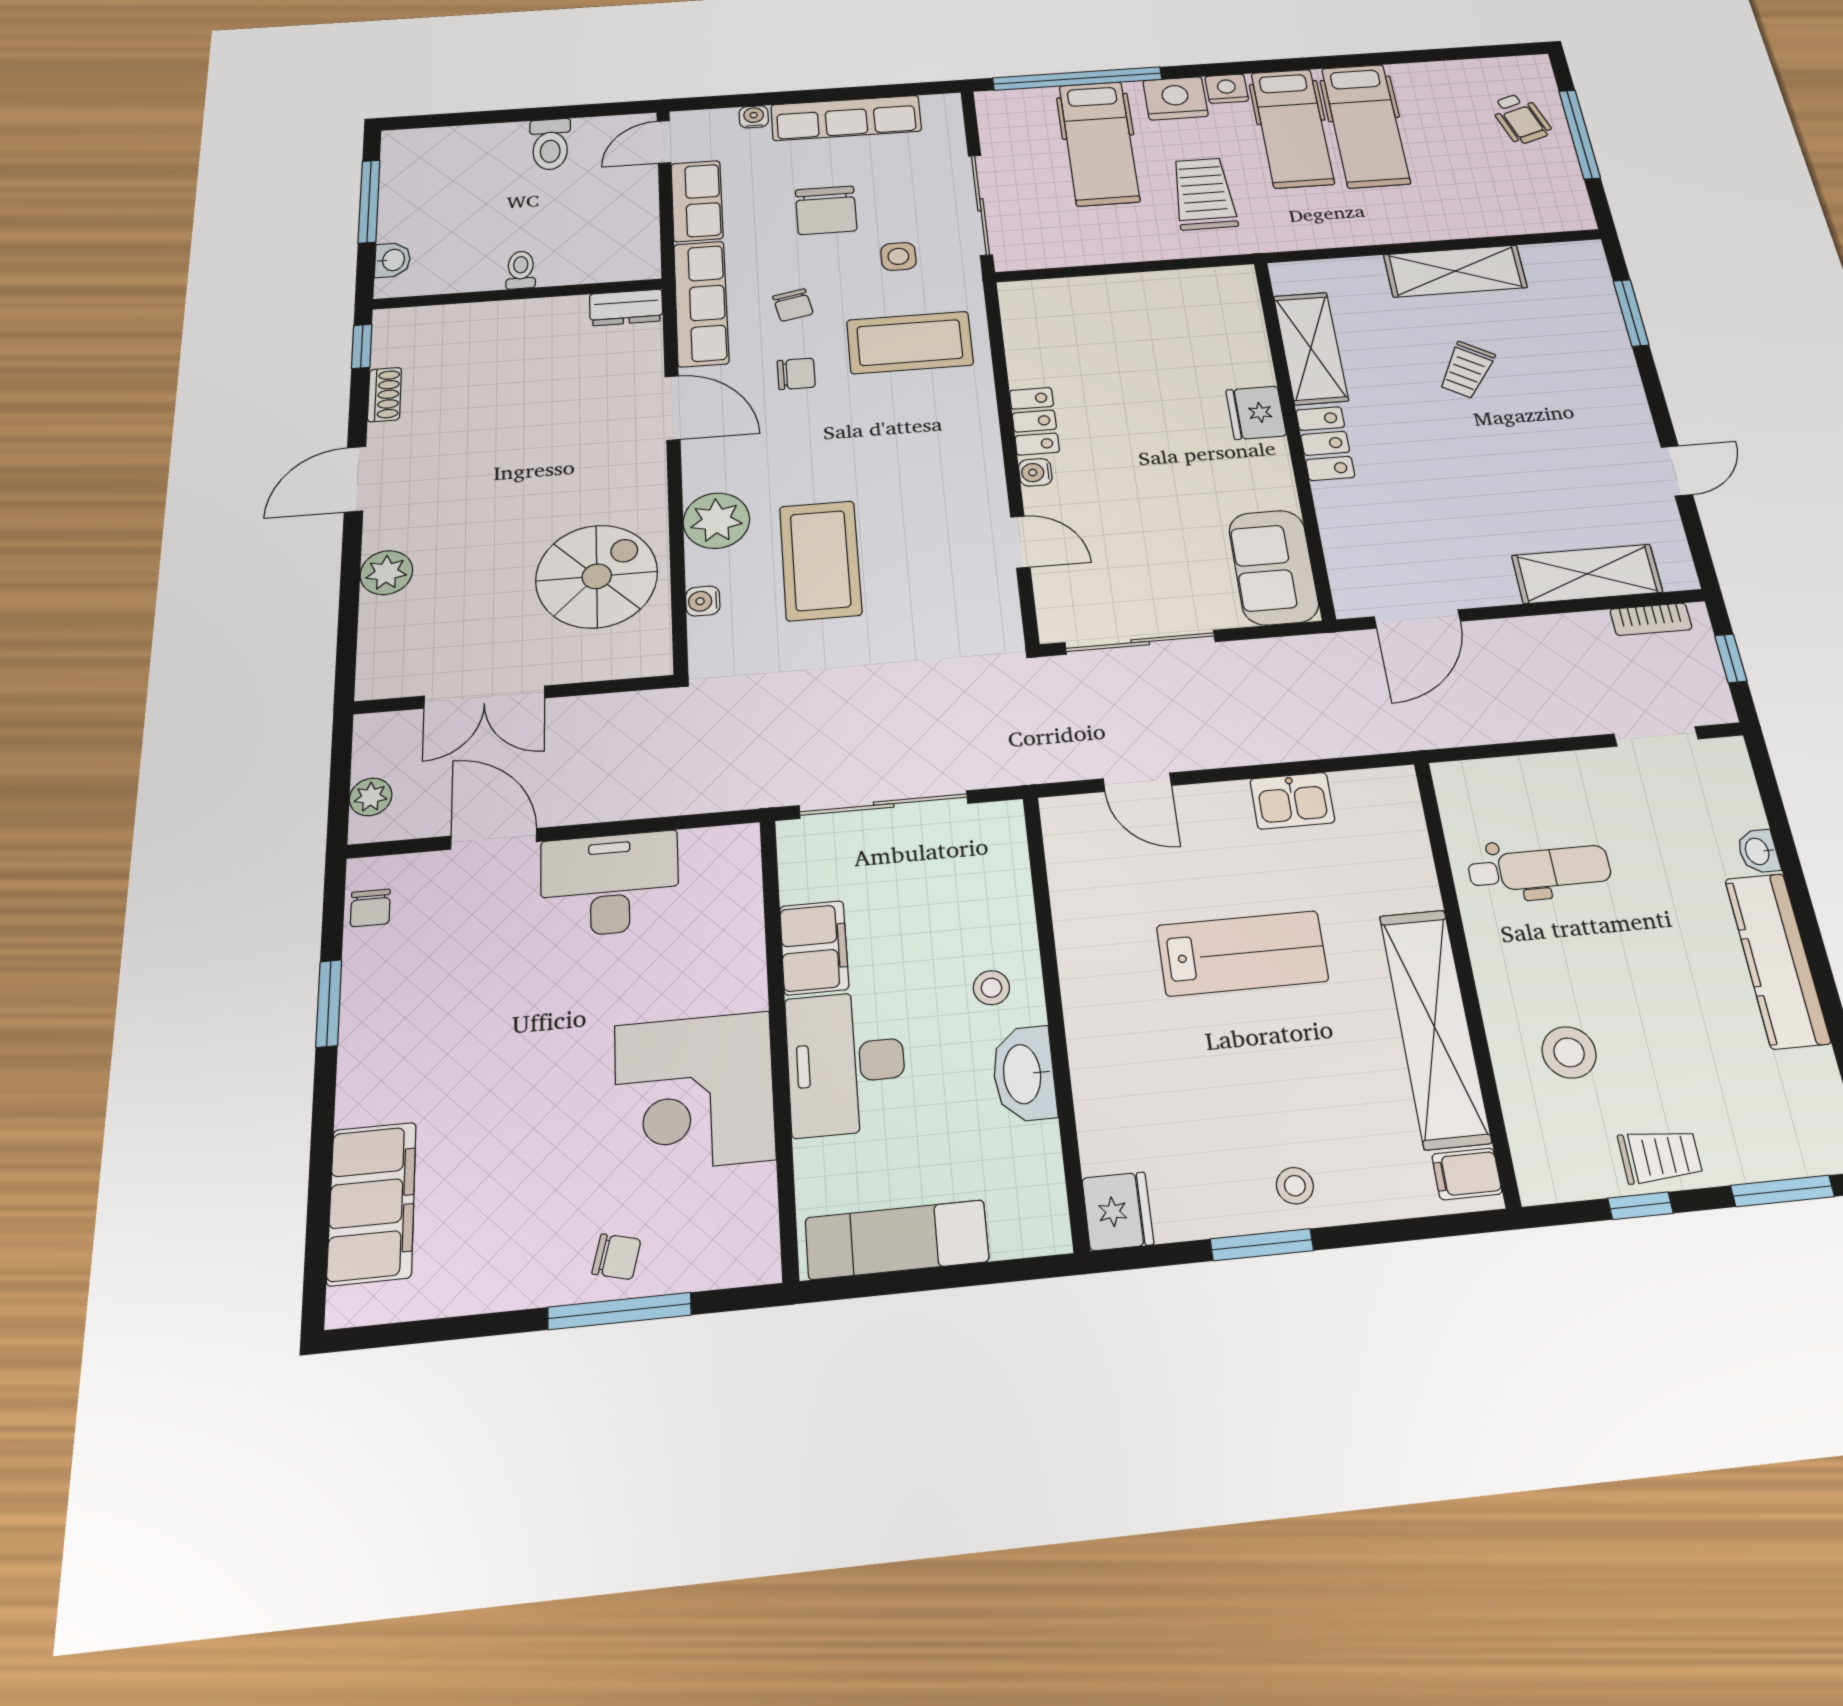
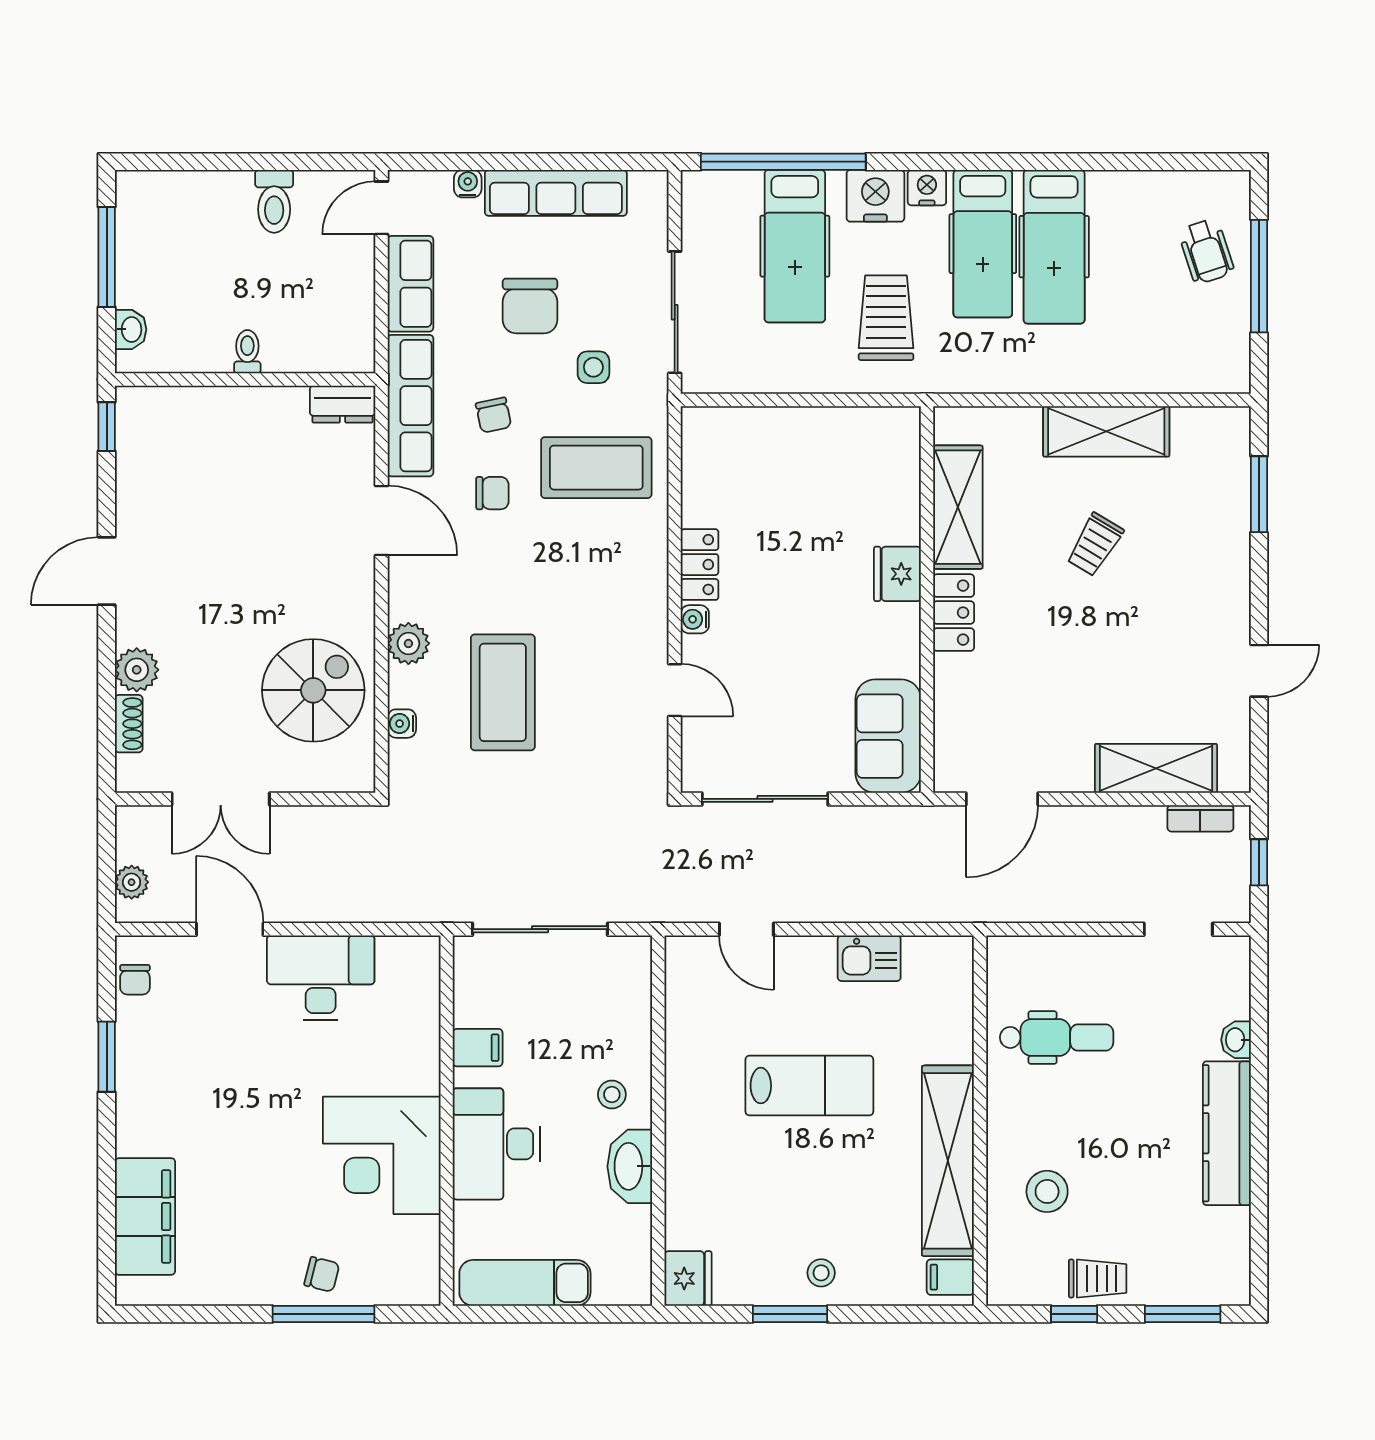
shoe rack: (385, 395) -> (129, 724), moved
plant: (716, 521) -> (408, 643), width x0.73, depth x0.73
filing cabinet: (814, 948) -> (478, 1048), width x0.50

